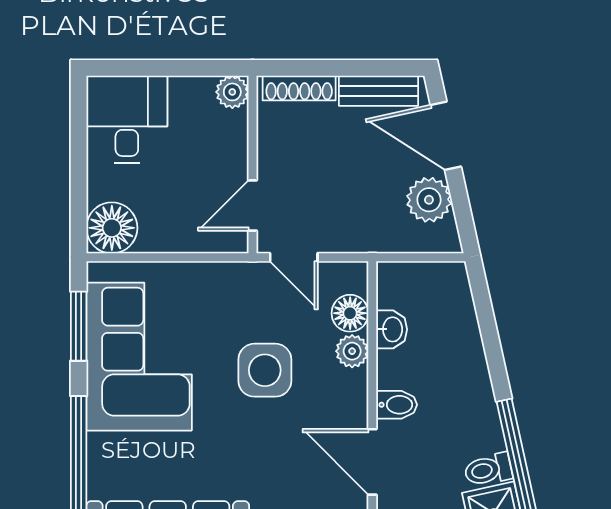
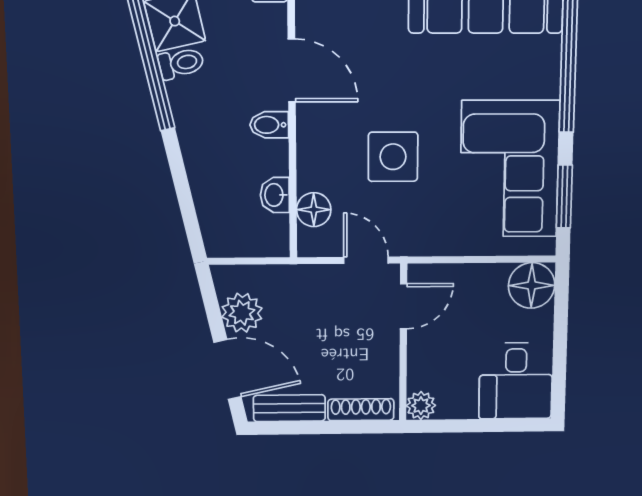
plant: (352, 351) -> (312, 175), removed

